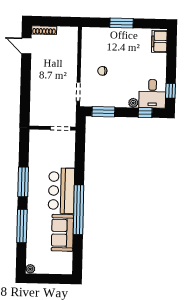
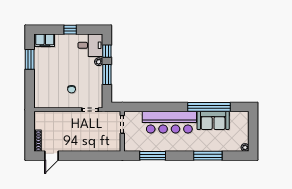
window: (121, 23) -> (30, 59), moved
window: (171, 91) -> (70, 30), moved
window: (103, 112) -> (107, 74), moved
window: (23, 182) -> (153, 156), moved
bar counter: (61, 191) -> (169, 122), width x1.36
window: (79, 210) -> (209, 107), moved

